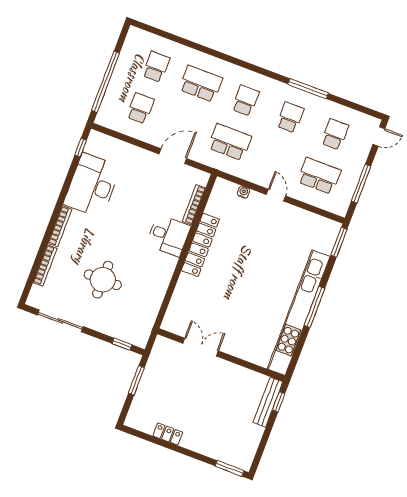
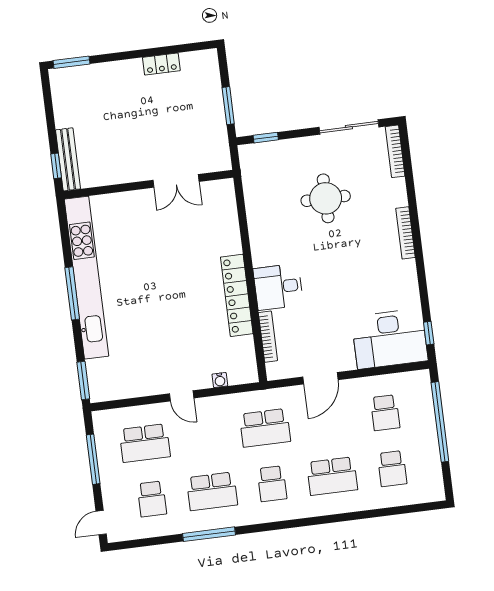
school desk: (290, 117) -> (212, 491), width x1.85
desk: (92, 185) -> (390, 339), moved, turned 90
bookcase: (45, 265) -> (395, 151), moved

